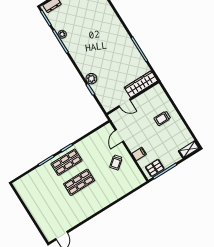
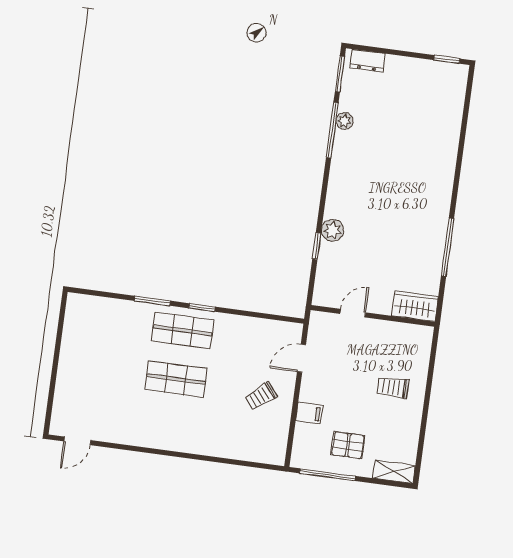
wardrobe: (141, 84) -> (415, 306), width x0.67
door: (124, 103) -> (353, 313), swing flipped
pallet: (155, 168) -> (348, 445), moved

